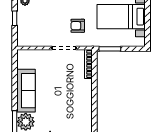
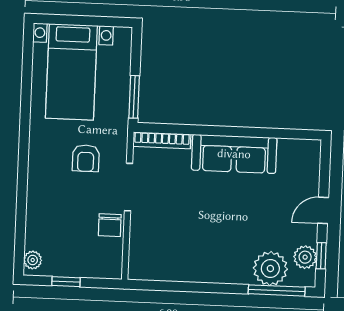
chair: (44, 39) -> (110, 225), added
sofa: (26, 91) -> (234, 154), moved, turned 180

